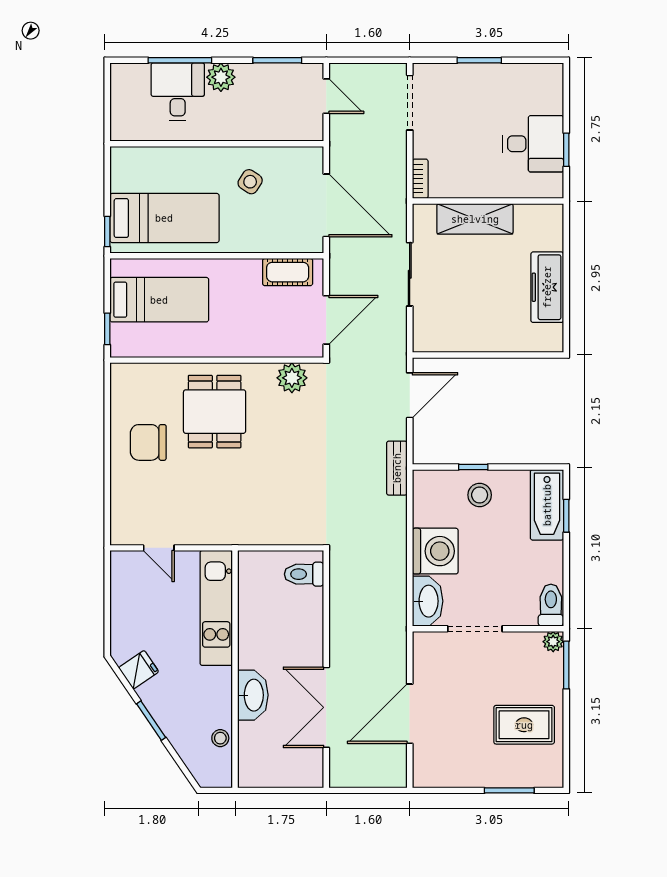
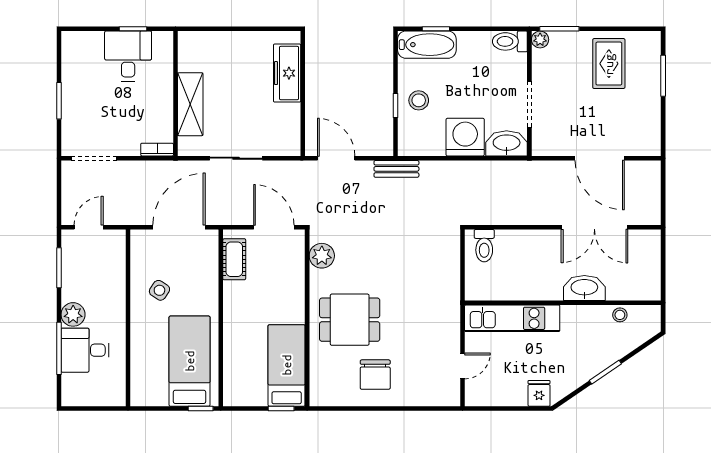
freezer: (547, 287) -> (287, 73), moved, turned 90
bed: (159, 300) -> (287, 365), moved
fridge: (139, 670) -> (539, 393), moved, turned 34

